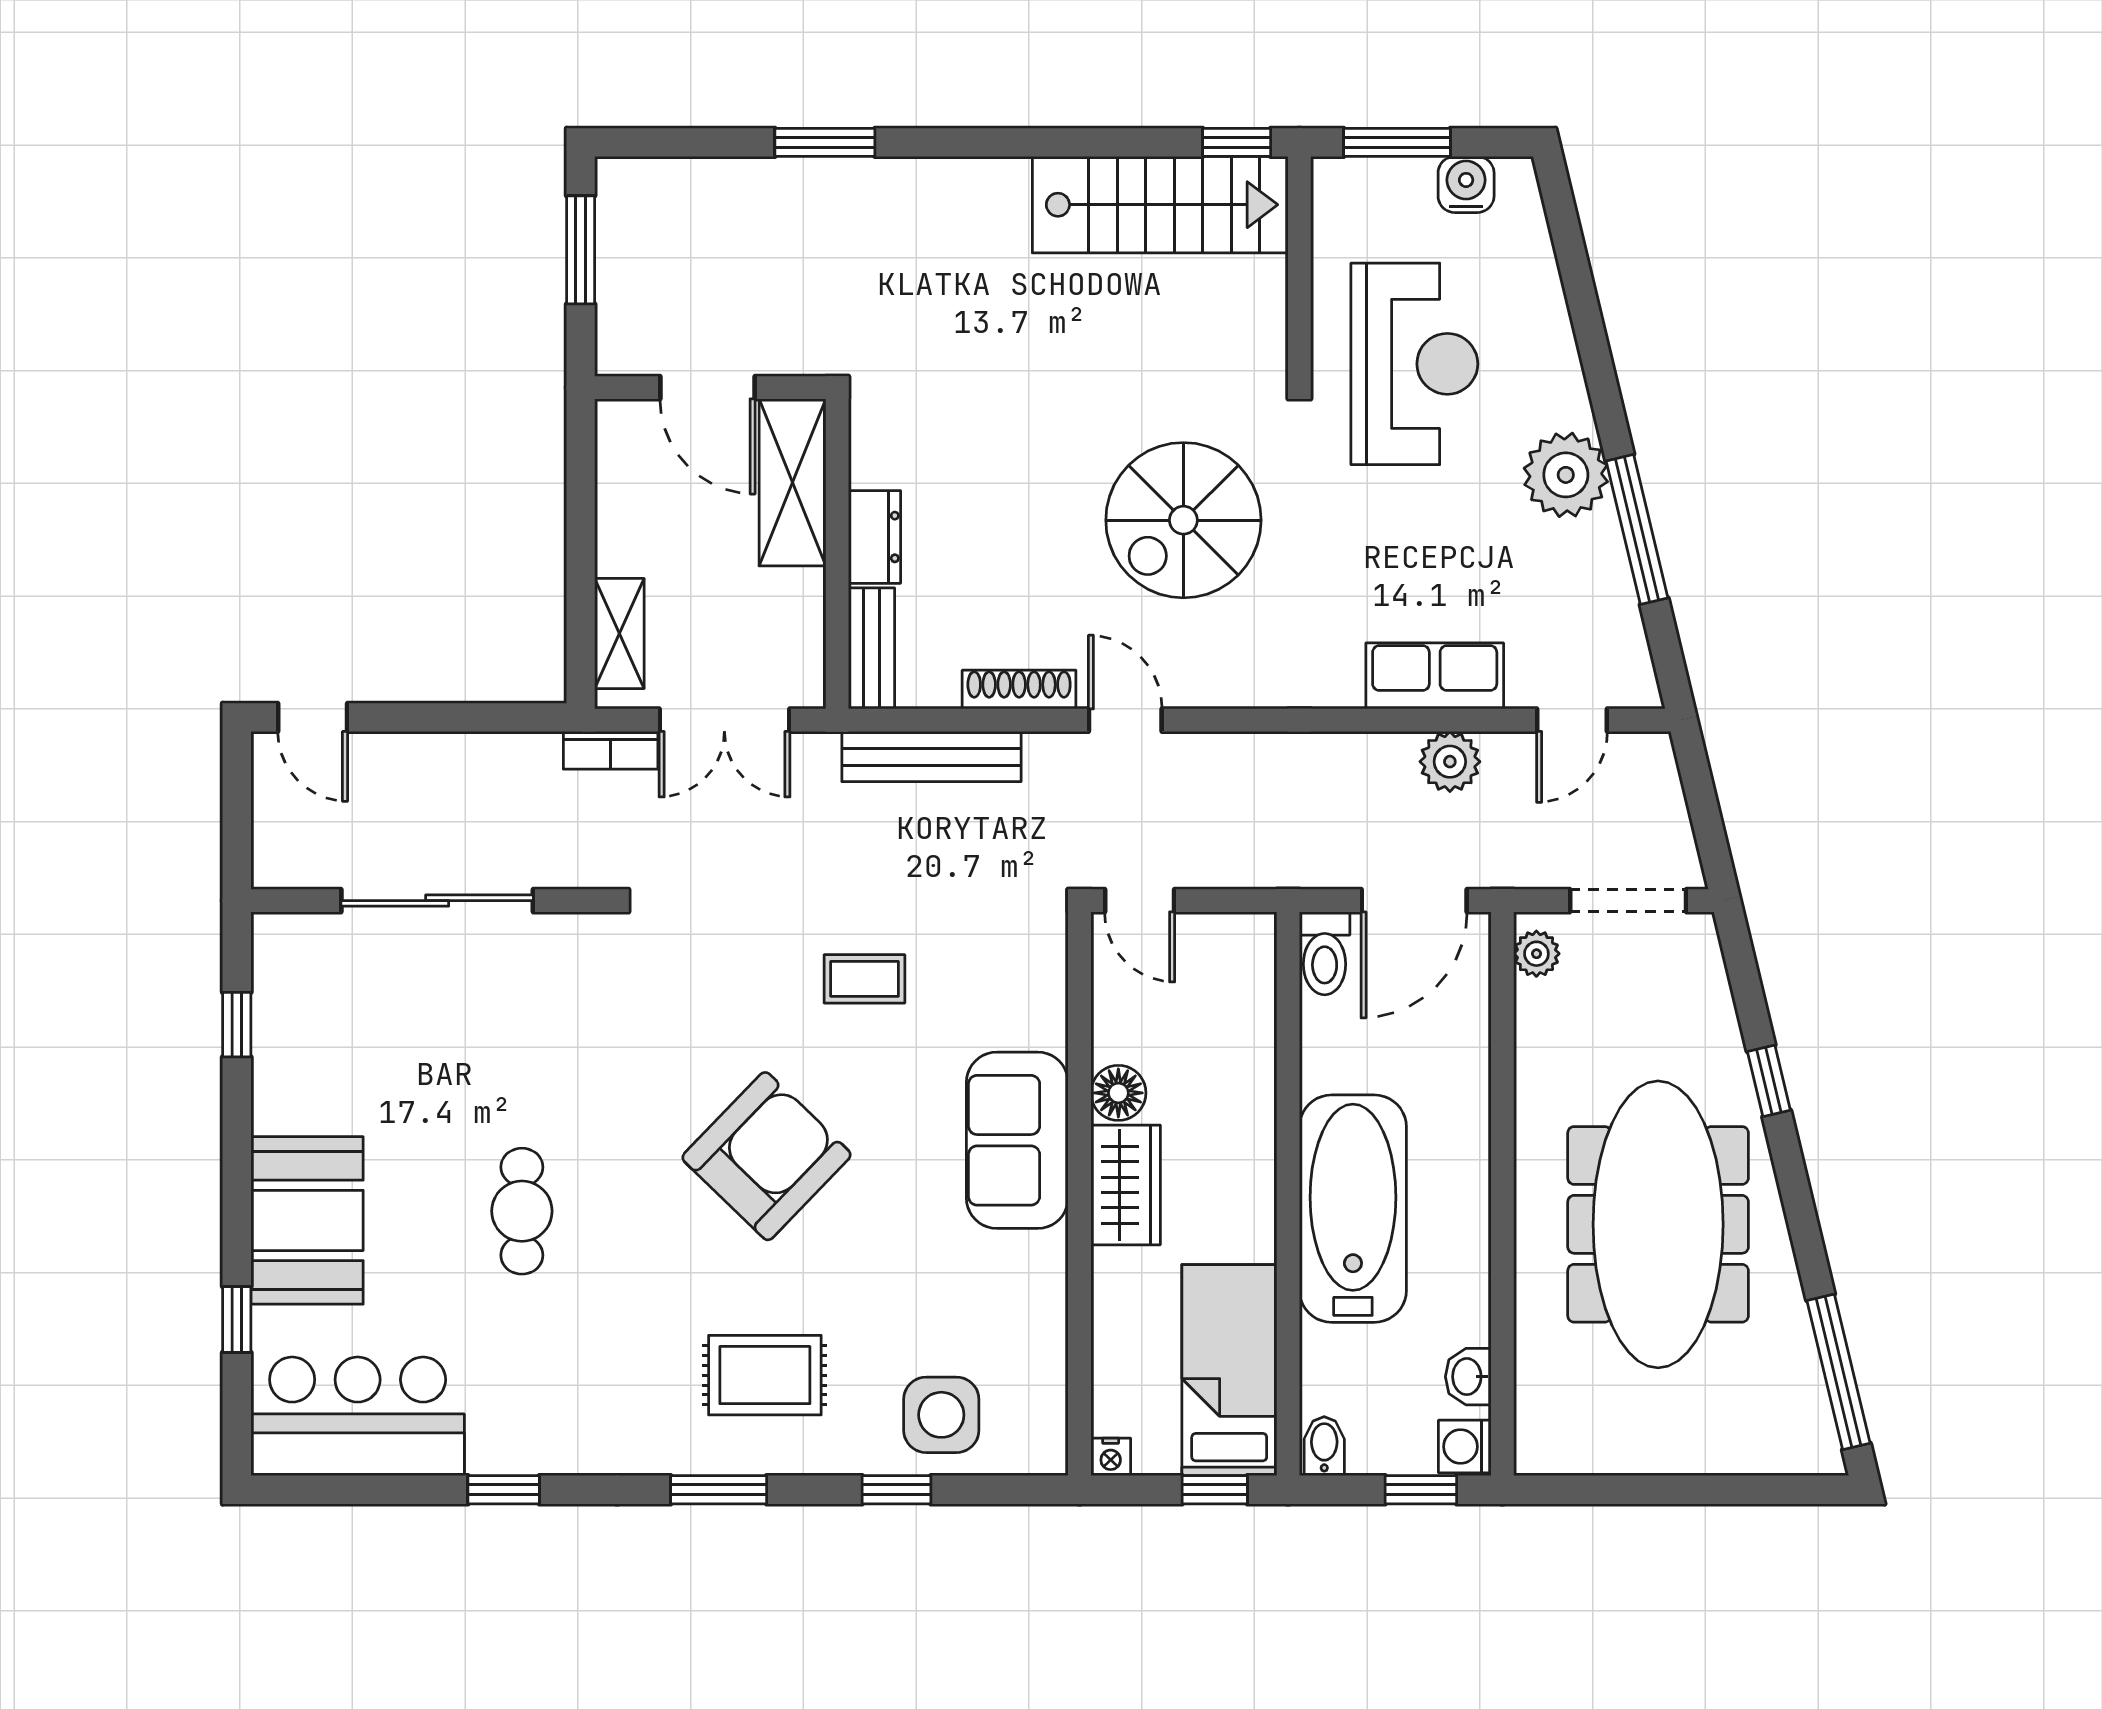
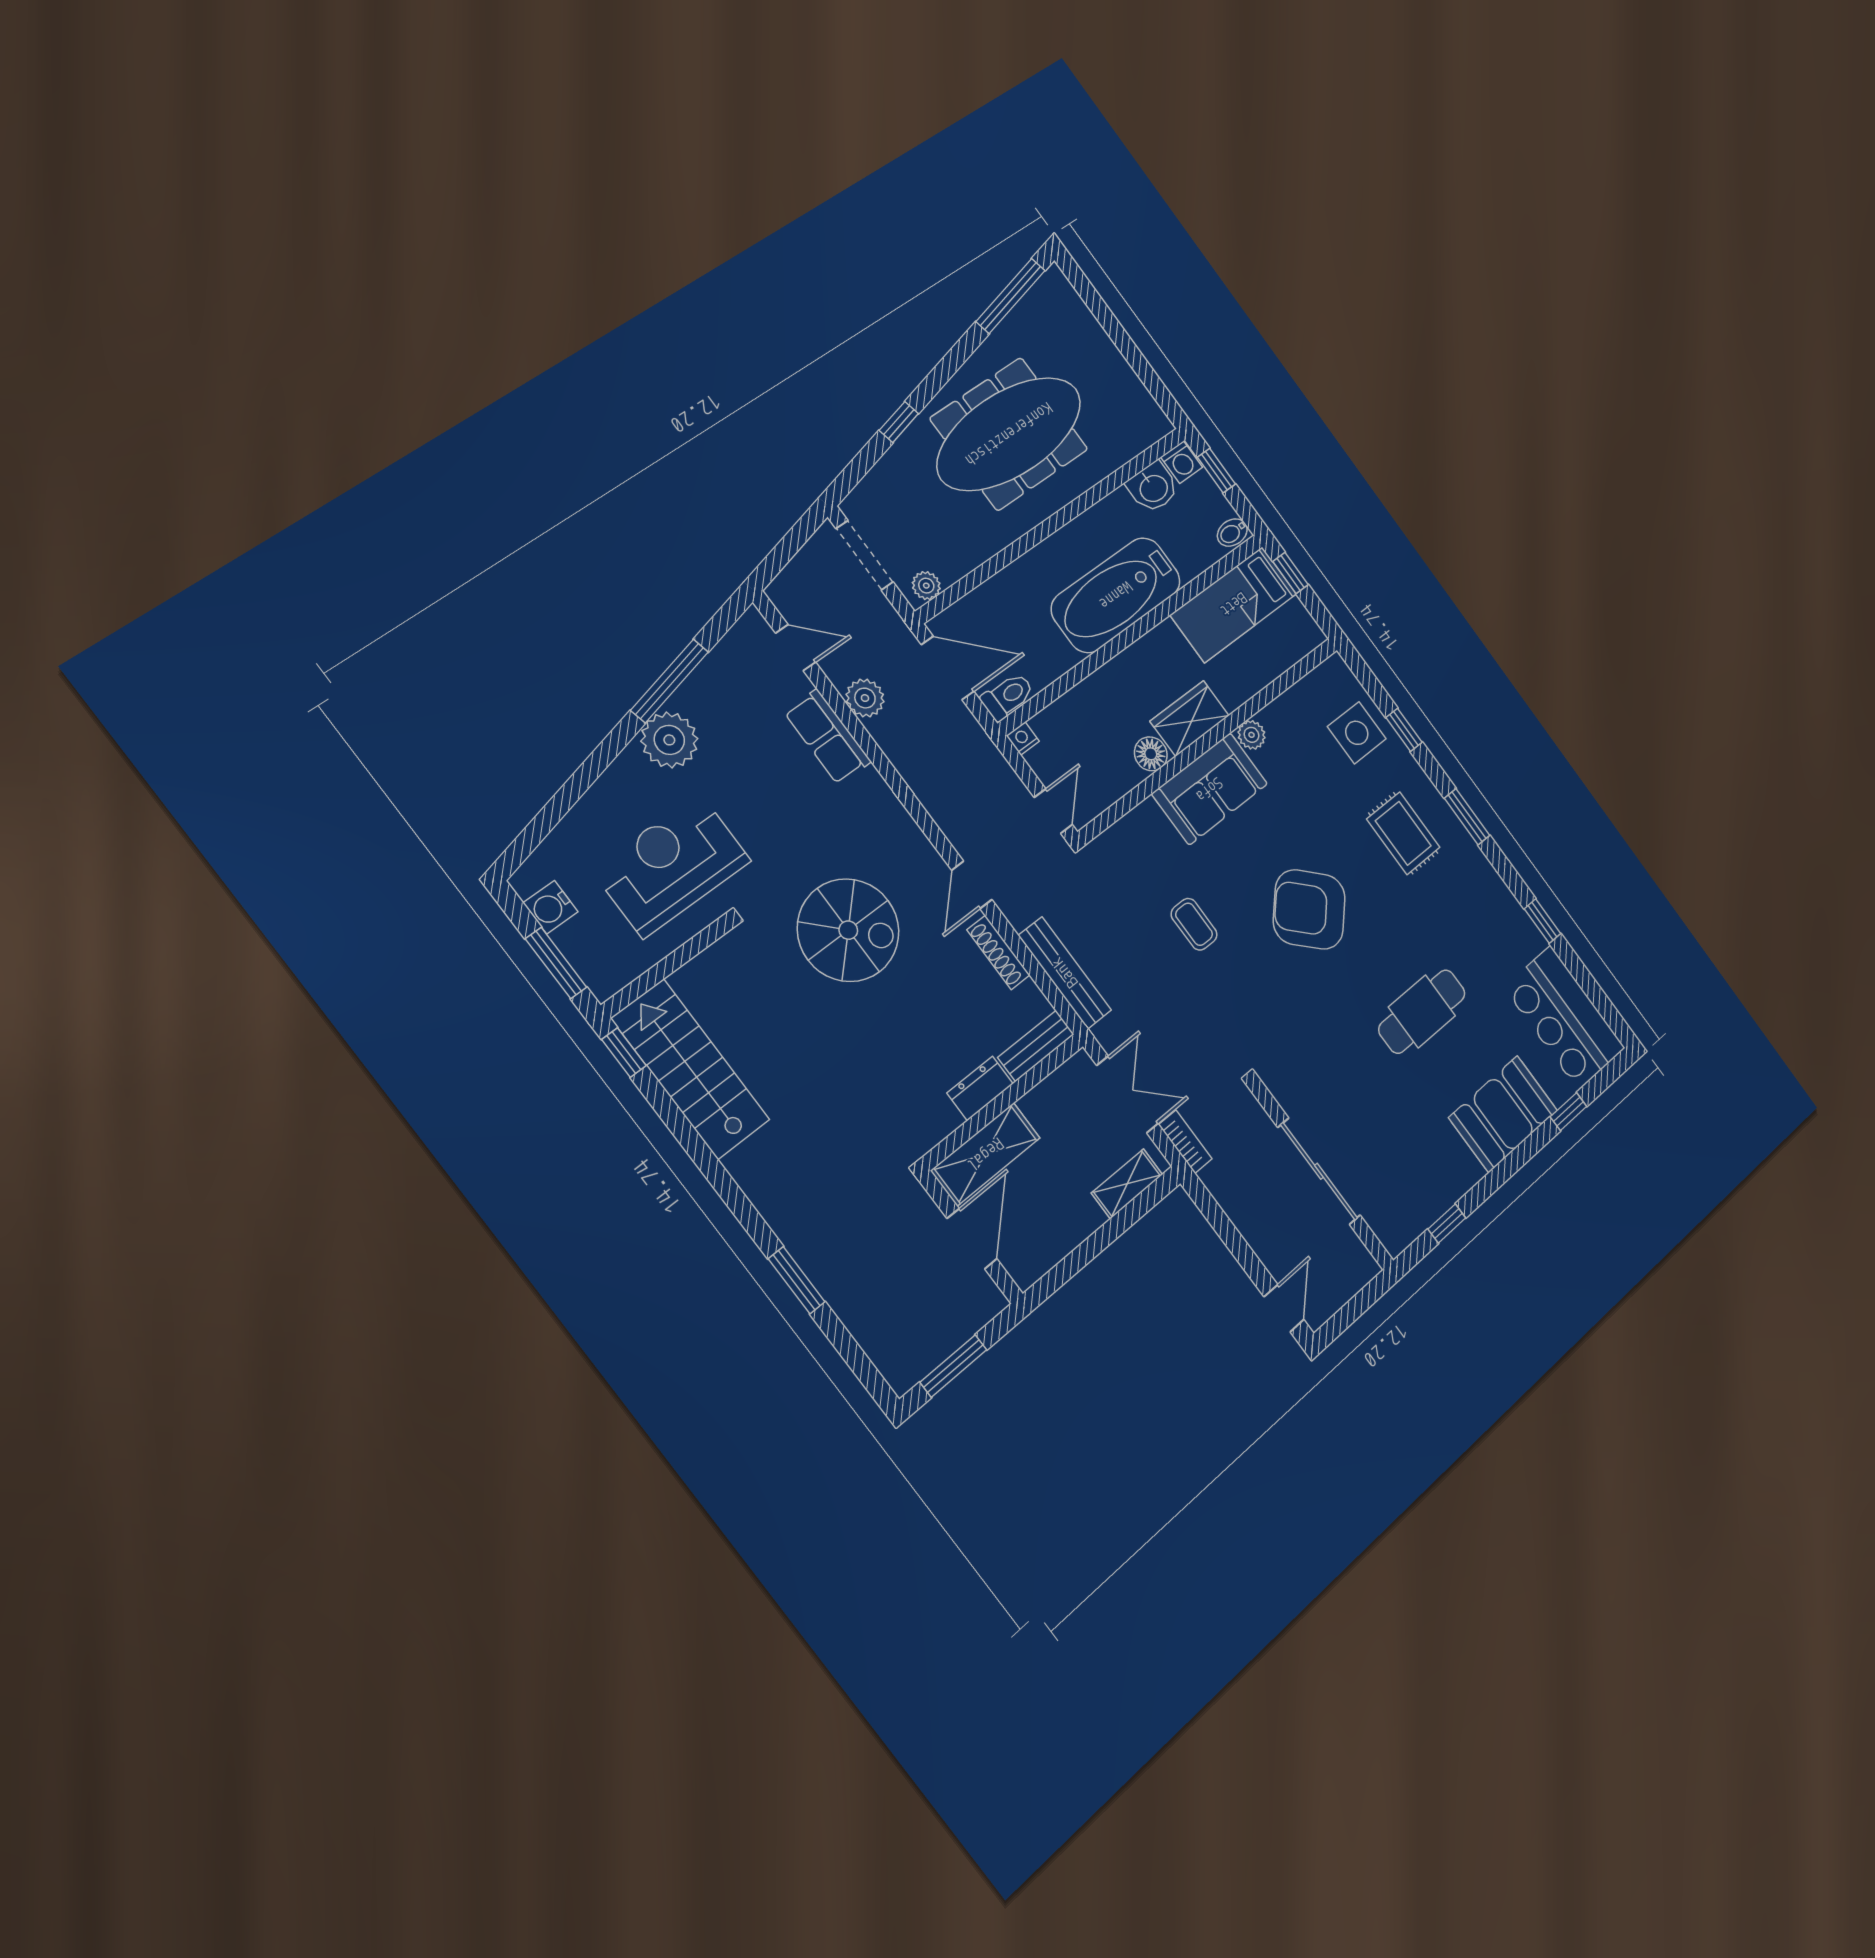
cafe table: (522, 1211) -> (1422, 1011), width x1.37, depth x1.35
plant: (1044, 1257) -> (1252, 735), added
washbasin: (1468, 1377) -> (1153, 487), width x1.38, depth x1.45
nightstand: (1111, 1457) -> (1023, 738), moved, turned -90

